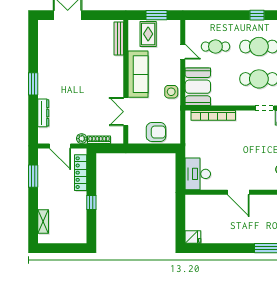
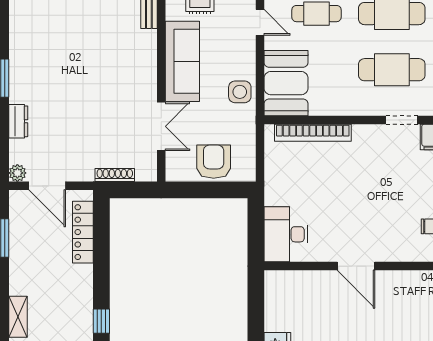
double door: (126, 112) -> (161, 126), swing flipped
dresser: (43, 113) -> (18, 121), width x0.70
armchair: (156, 132) -> (214, 162), turned -90
plant: (82, 139) -> (17, 173), moved
window: (91, 203) -> (101, 321), moved

